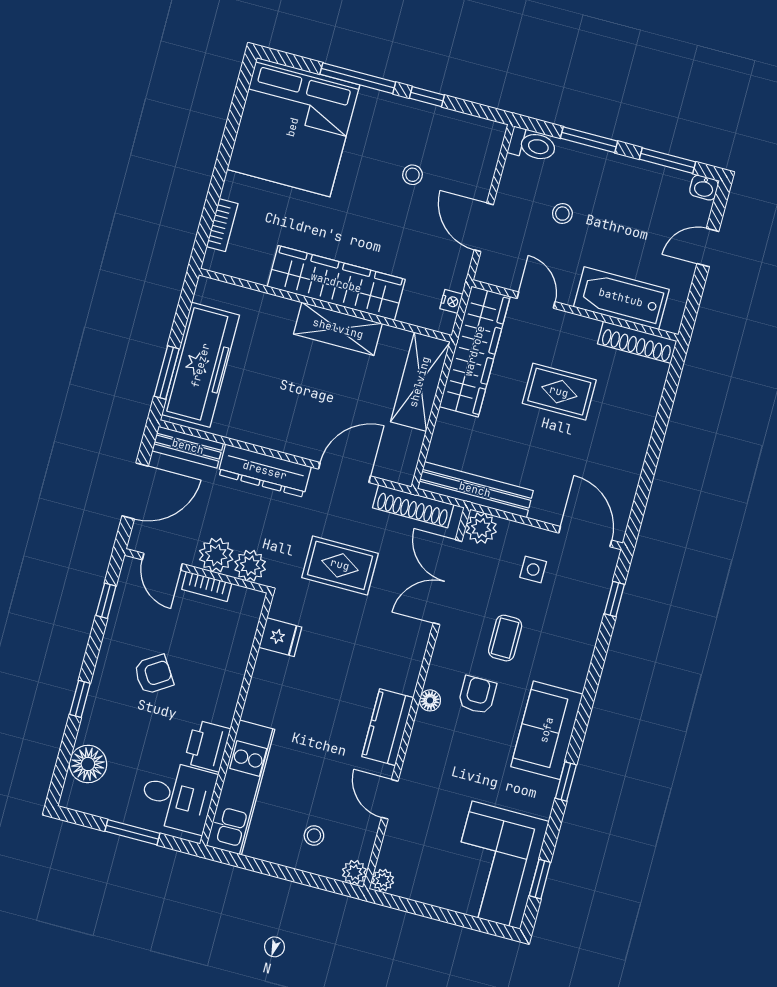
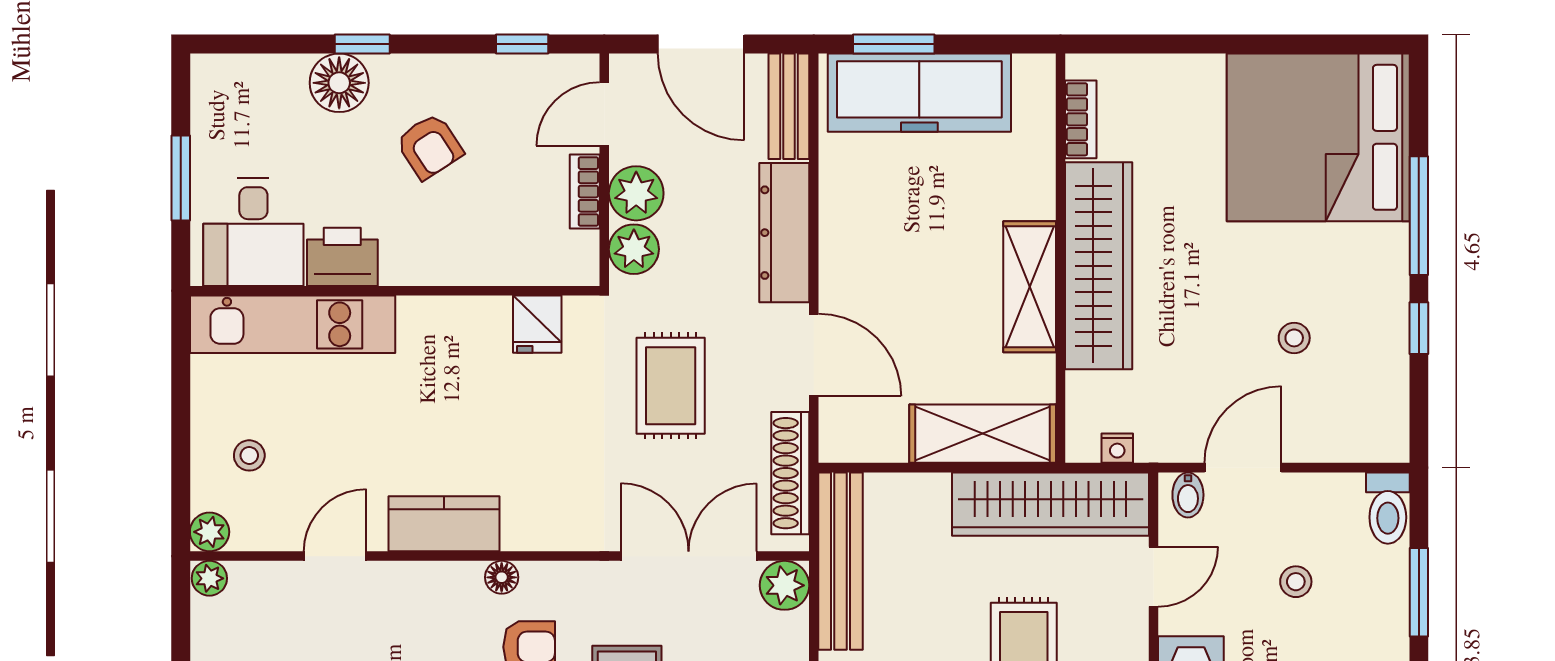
bookcase: (222, 225) -> (1081, 119), moved, turned -90
bidet: (492, 266) -> (1188, 495), added
floor lamp: (88, 764) -> (339, 83), moved

